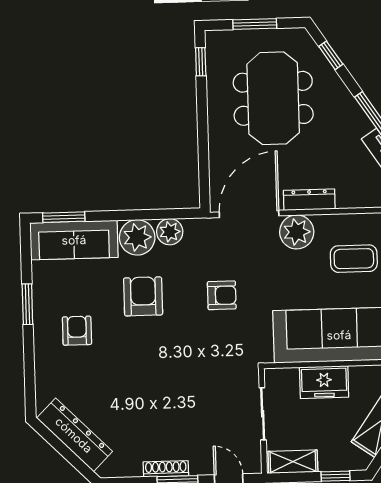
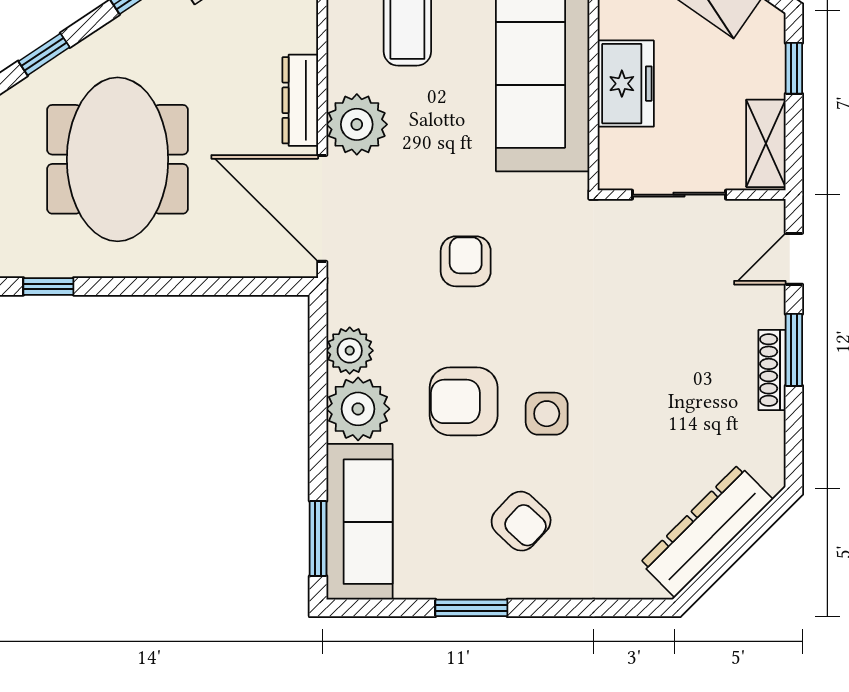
meeting table: (273, 98) -> (118, 159), turned 90
armchair: (77, 331) -> (521, 521), turned -137
side table: (138, 343) -> (547, 414), added

